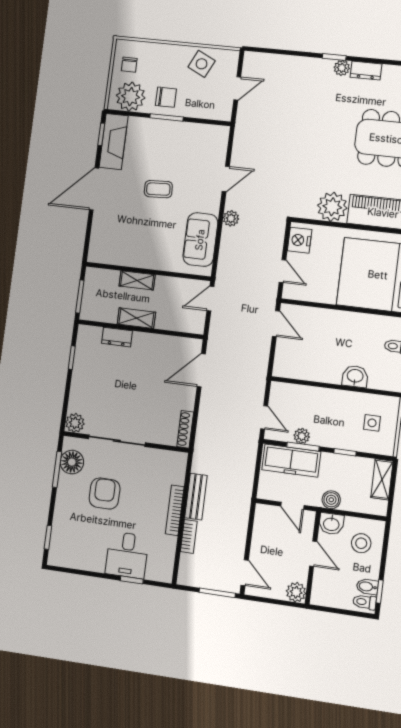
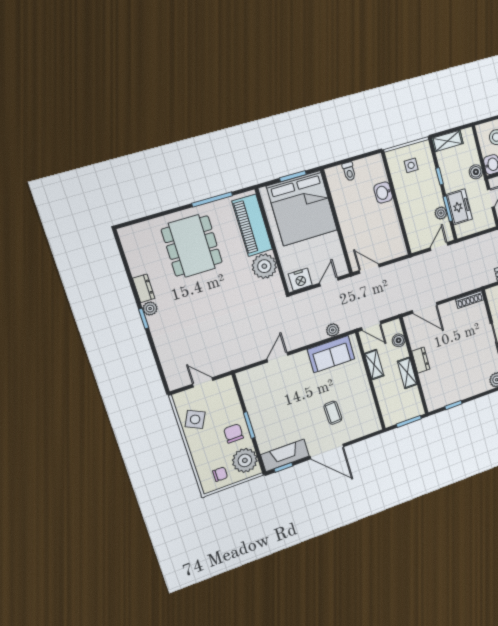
door: (226, 179) -> (277, 357), hinge flipped
coffee table: (158, 189) -> (333, 413), moved
plant: (231, 218) -> (333, 330), moved
shelving: (137, 280) -> (374, 365), moved
boiler: (179, 324) -> (399, 340), added
door: (276, 324) -> (369, 269), hinge flipped
dresser: (117, 337) -> (421, 360), moved
freezer: (291, 461) -> (459, 207), width x0.71

